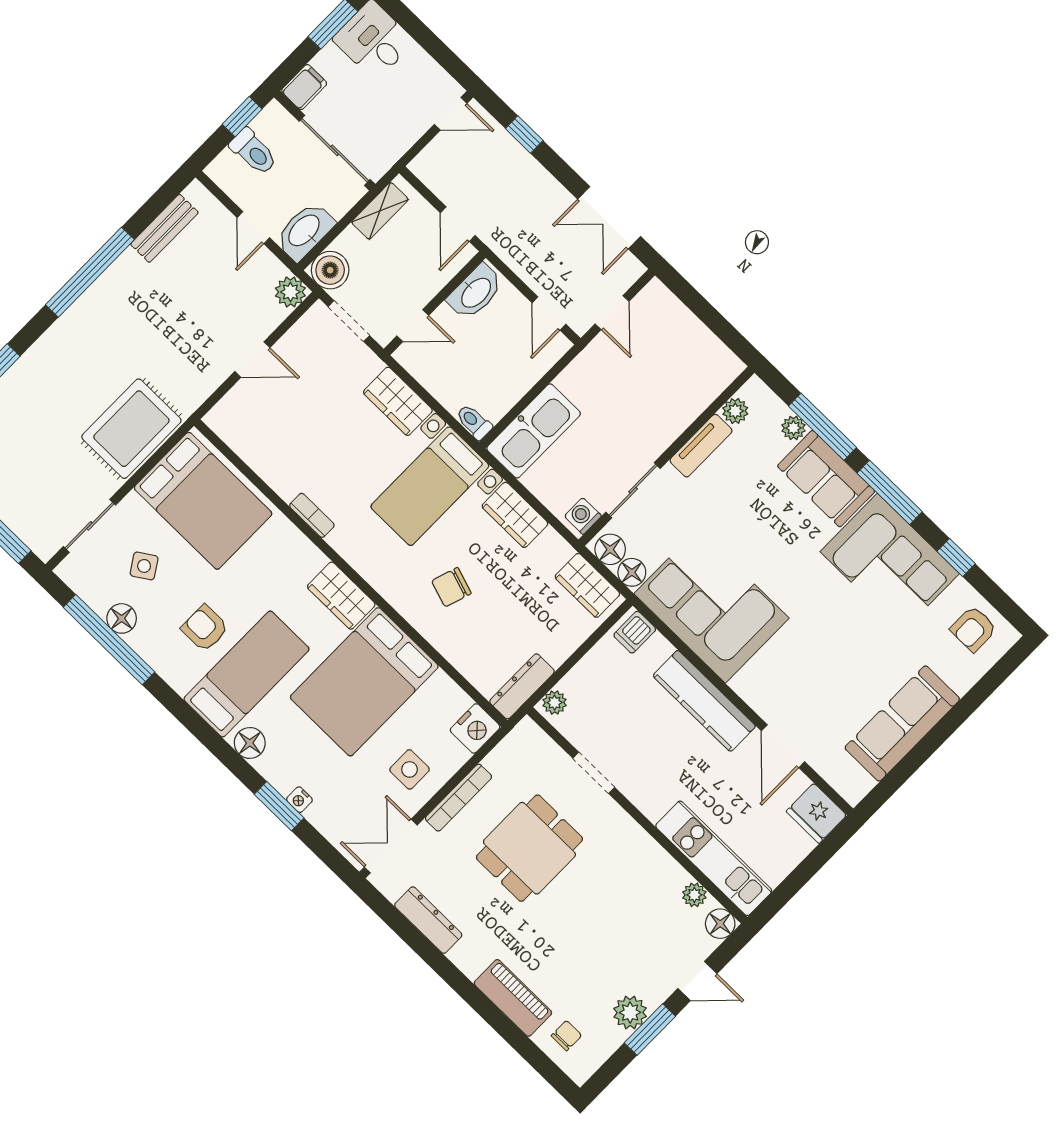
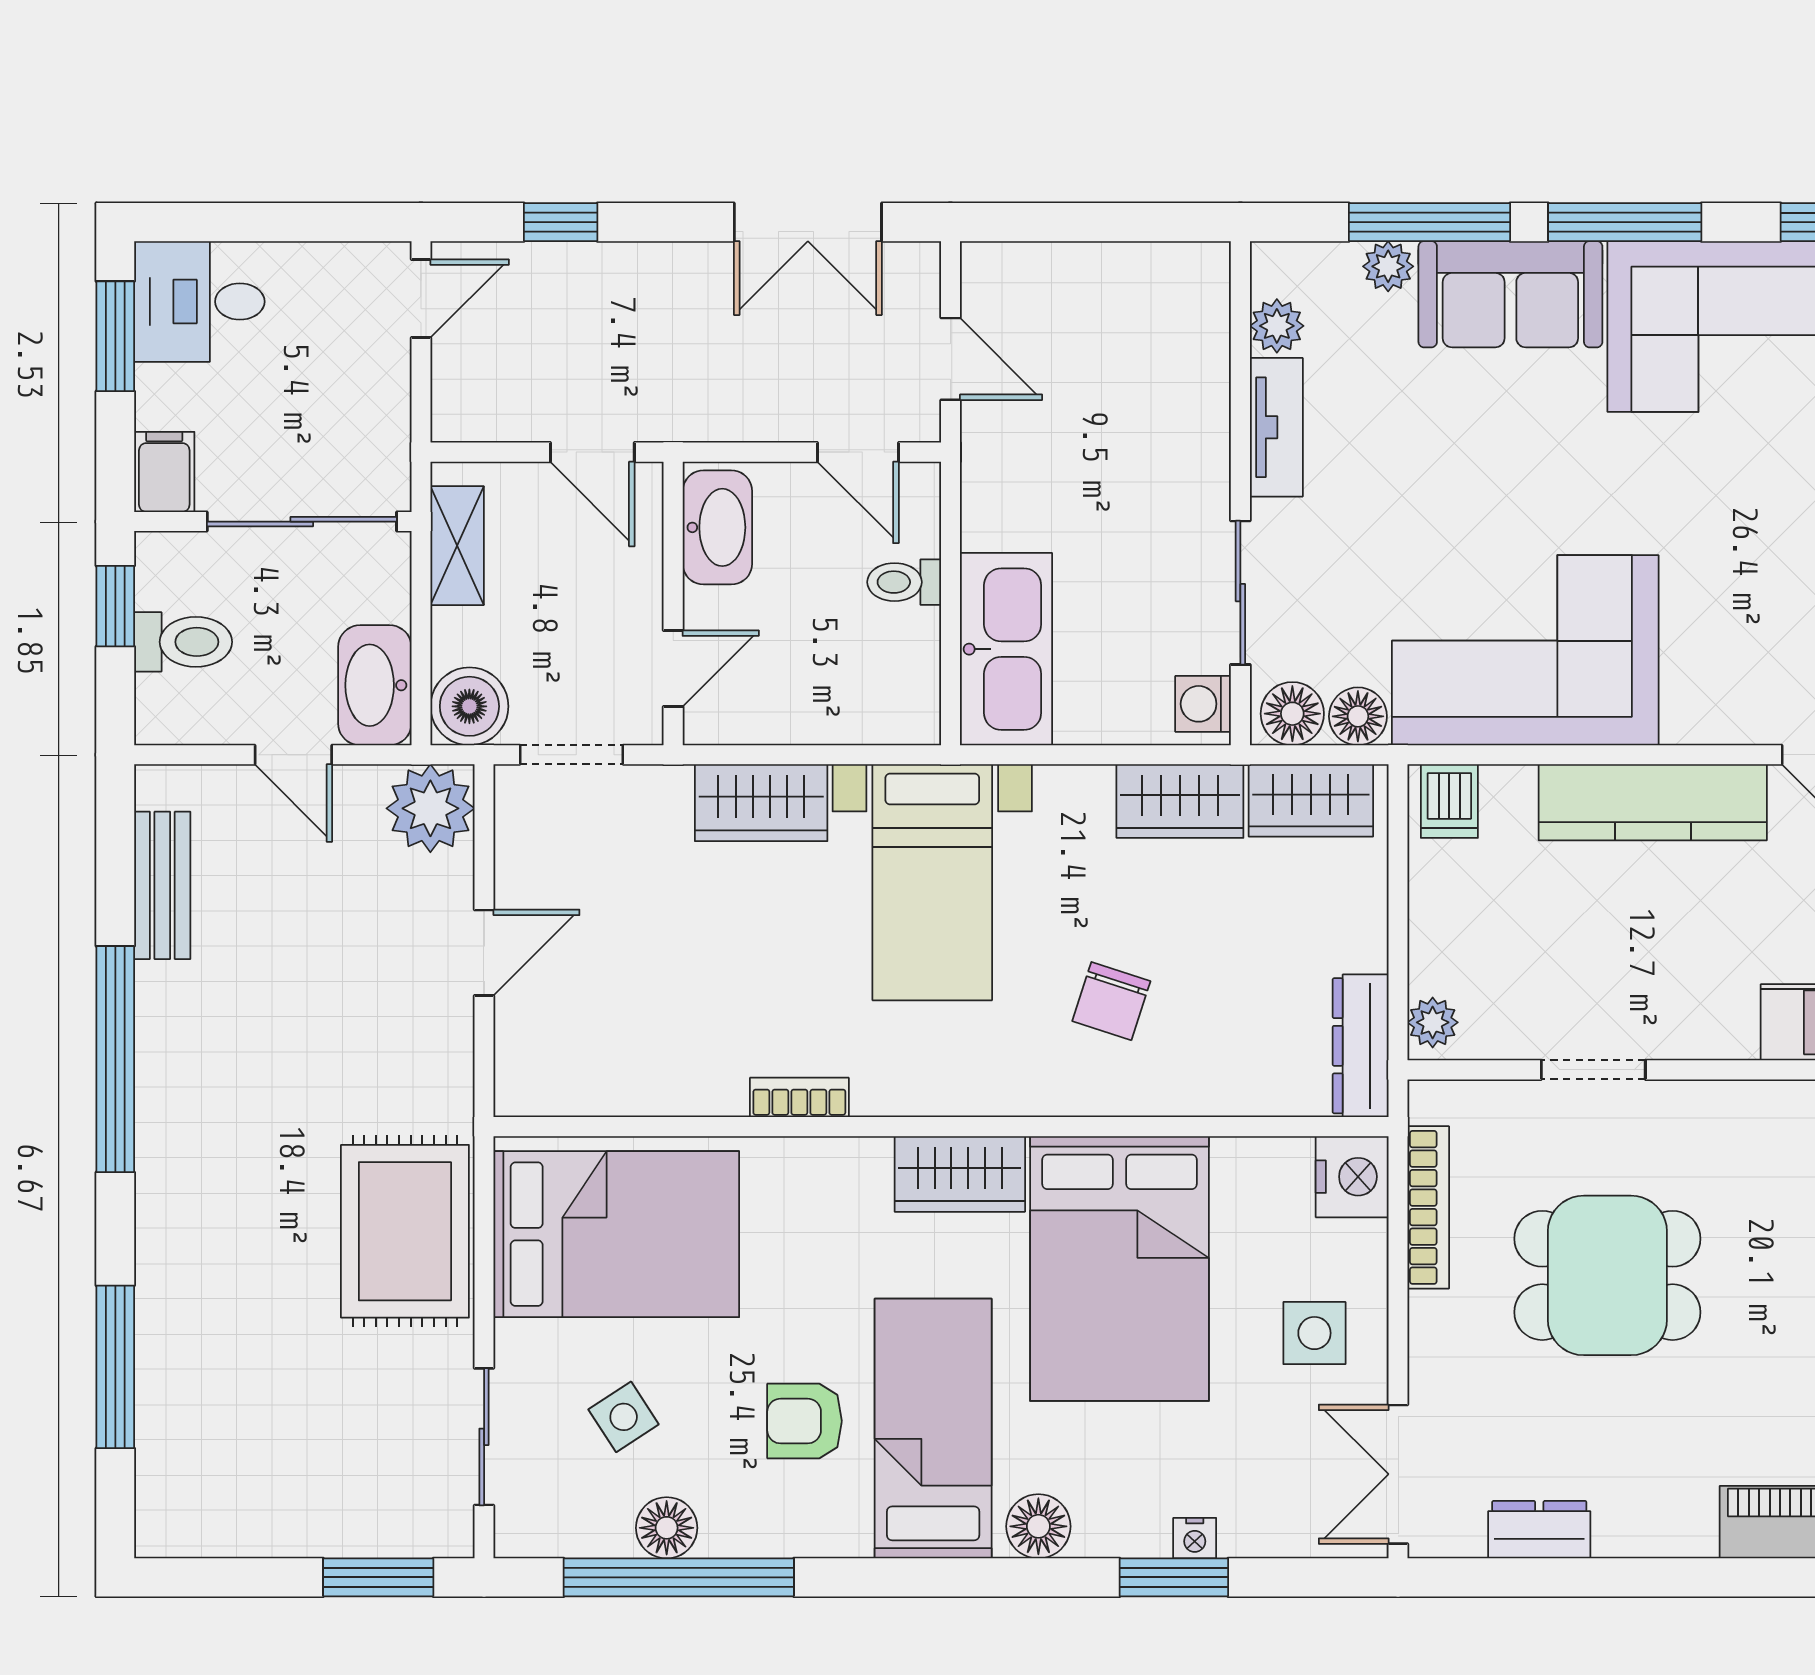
plant: (290, 292) -> (430, 808), width x1.36, depth x1.36
toilet: (474, 422) -> (904, 582), moved
wardrobe: (515, 515) -> (1180, 801), moved
bookcase: (458, 798) -> (1428, 1207), moved
dining table: (529, 848) -> (1607, 1275), turned 90
dresser: (428, 920) -> (1539, 1530), width x0.70

